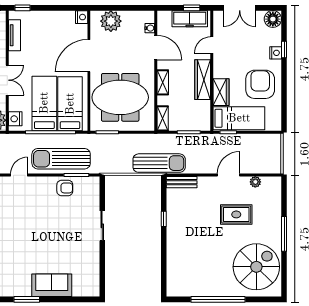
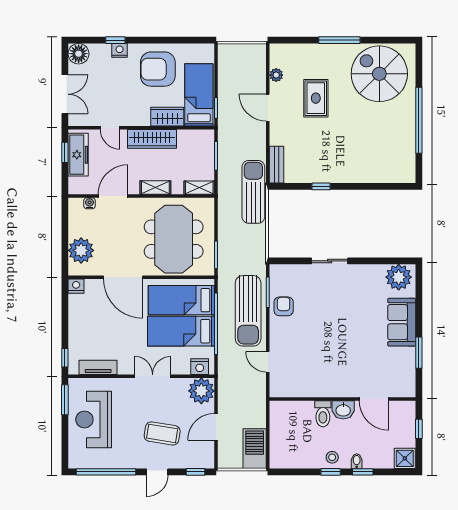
plant: (89, 283) -> (399, 277), added

